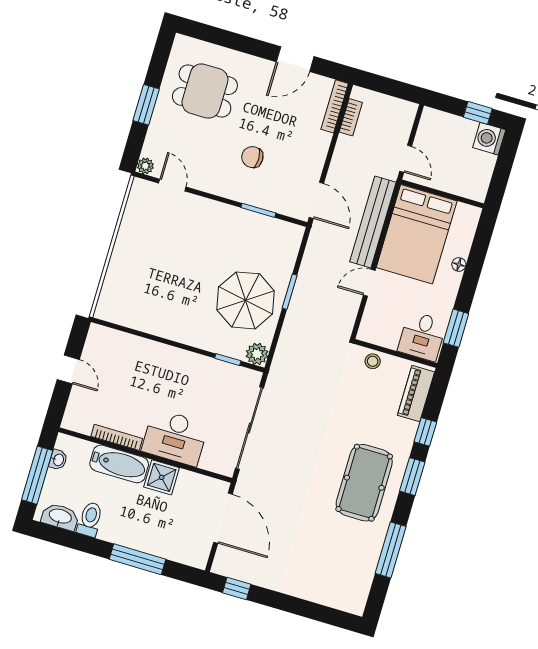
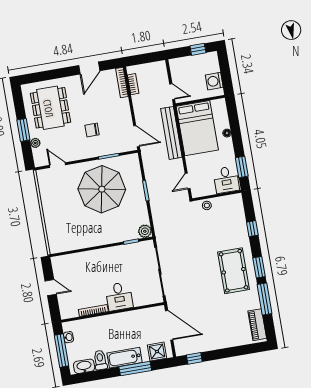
dining table: (205, 91) -> (50, 108), width x1.38
washing machine: (489, 139) -> (214, 81), moved
plant: (145, 166) -> (35, 143), moved
door: (369, 283) -> (188, 181), moved
parasol: (246, 300) -> (102, 189), moved, width x1.36, depth x1.36
piano: (416, 394) -> (257, 325), moved
desk: (175, 437) -> (119, 296), width x0.73
bathtub: (119, 464) -> (125, 358), moved, turned 180
shower: (162, 477) -> (157, 352), moved
window: (412, 477) -> (259, 267), moved

